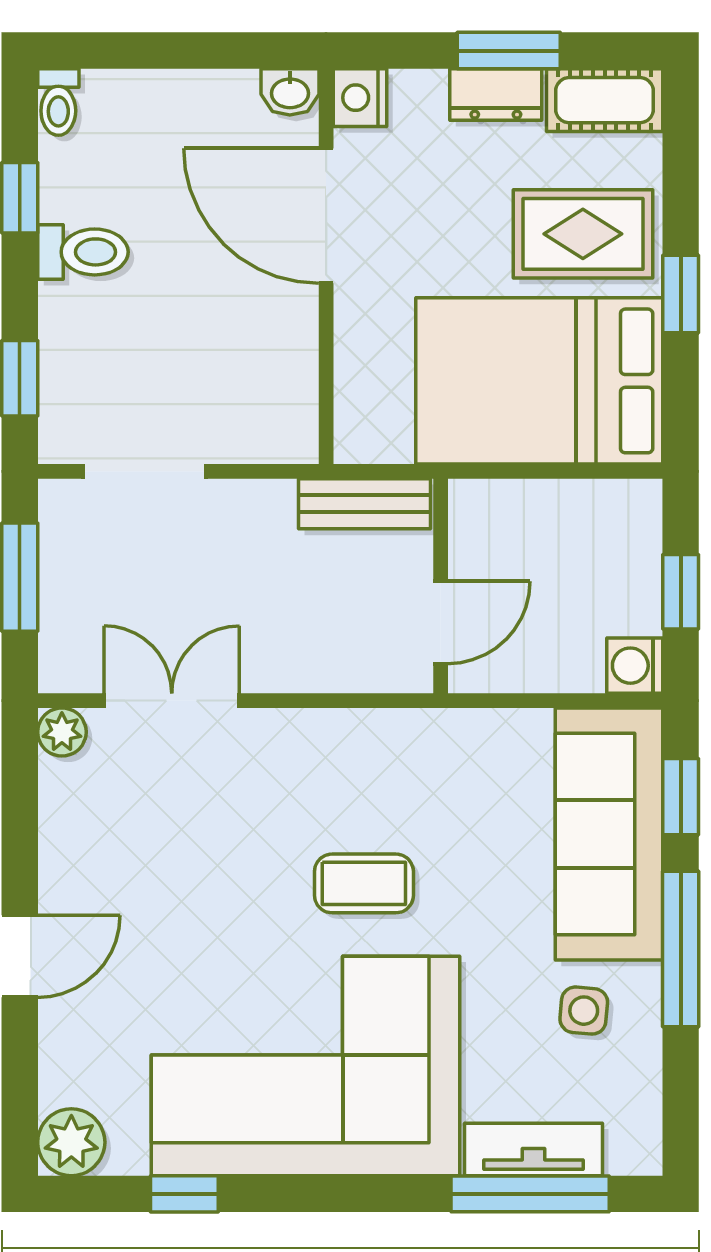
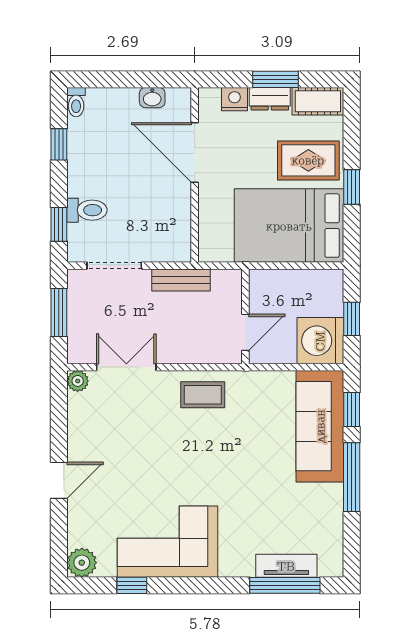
washbasin: (290, 92) -> (152, 98), moved
nightstand: (360, 98) -> (235, 99), moved, turned 90
toilet: (83, 252) -> (87, 210), moved
bench: (364, 504) -> (181, 280), moved
washing machine: (635, 666) -> (320, 341), width x1.89, depth x1.89
coffee table: (364, 883) -> (203, 395), moved
side table: (584, 1011) -> (309, 504), removed
corner sofa: (306, 1066) -> (167, 542), width x0.73, depth x0.74

